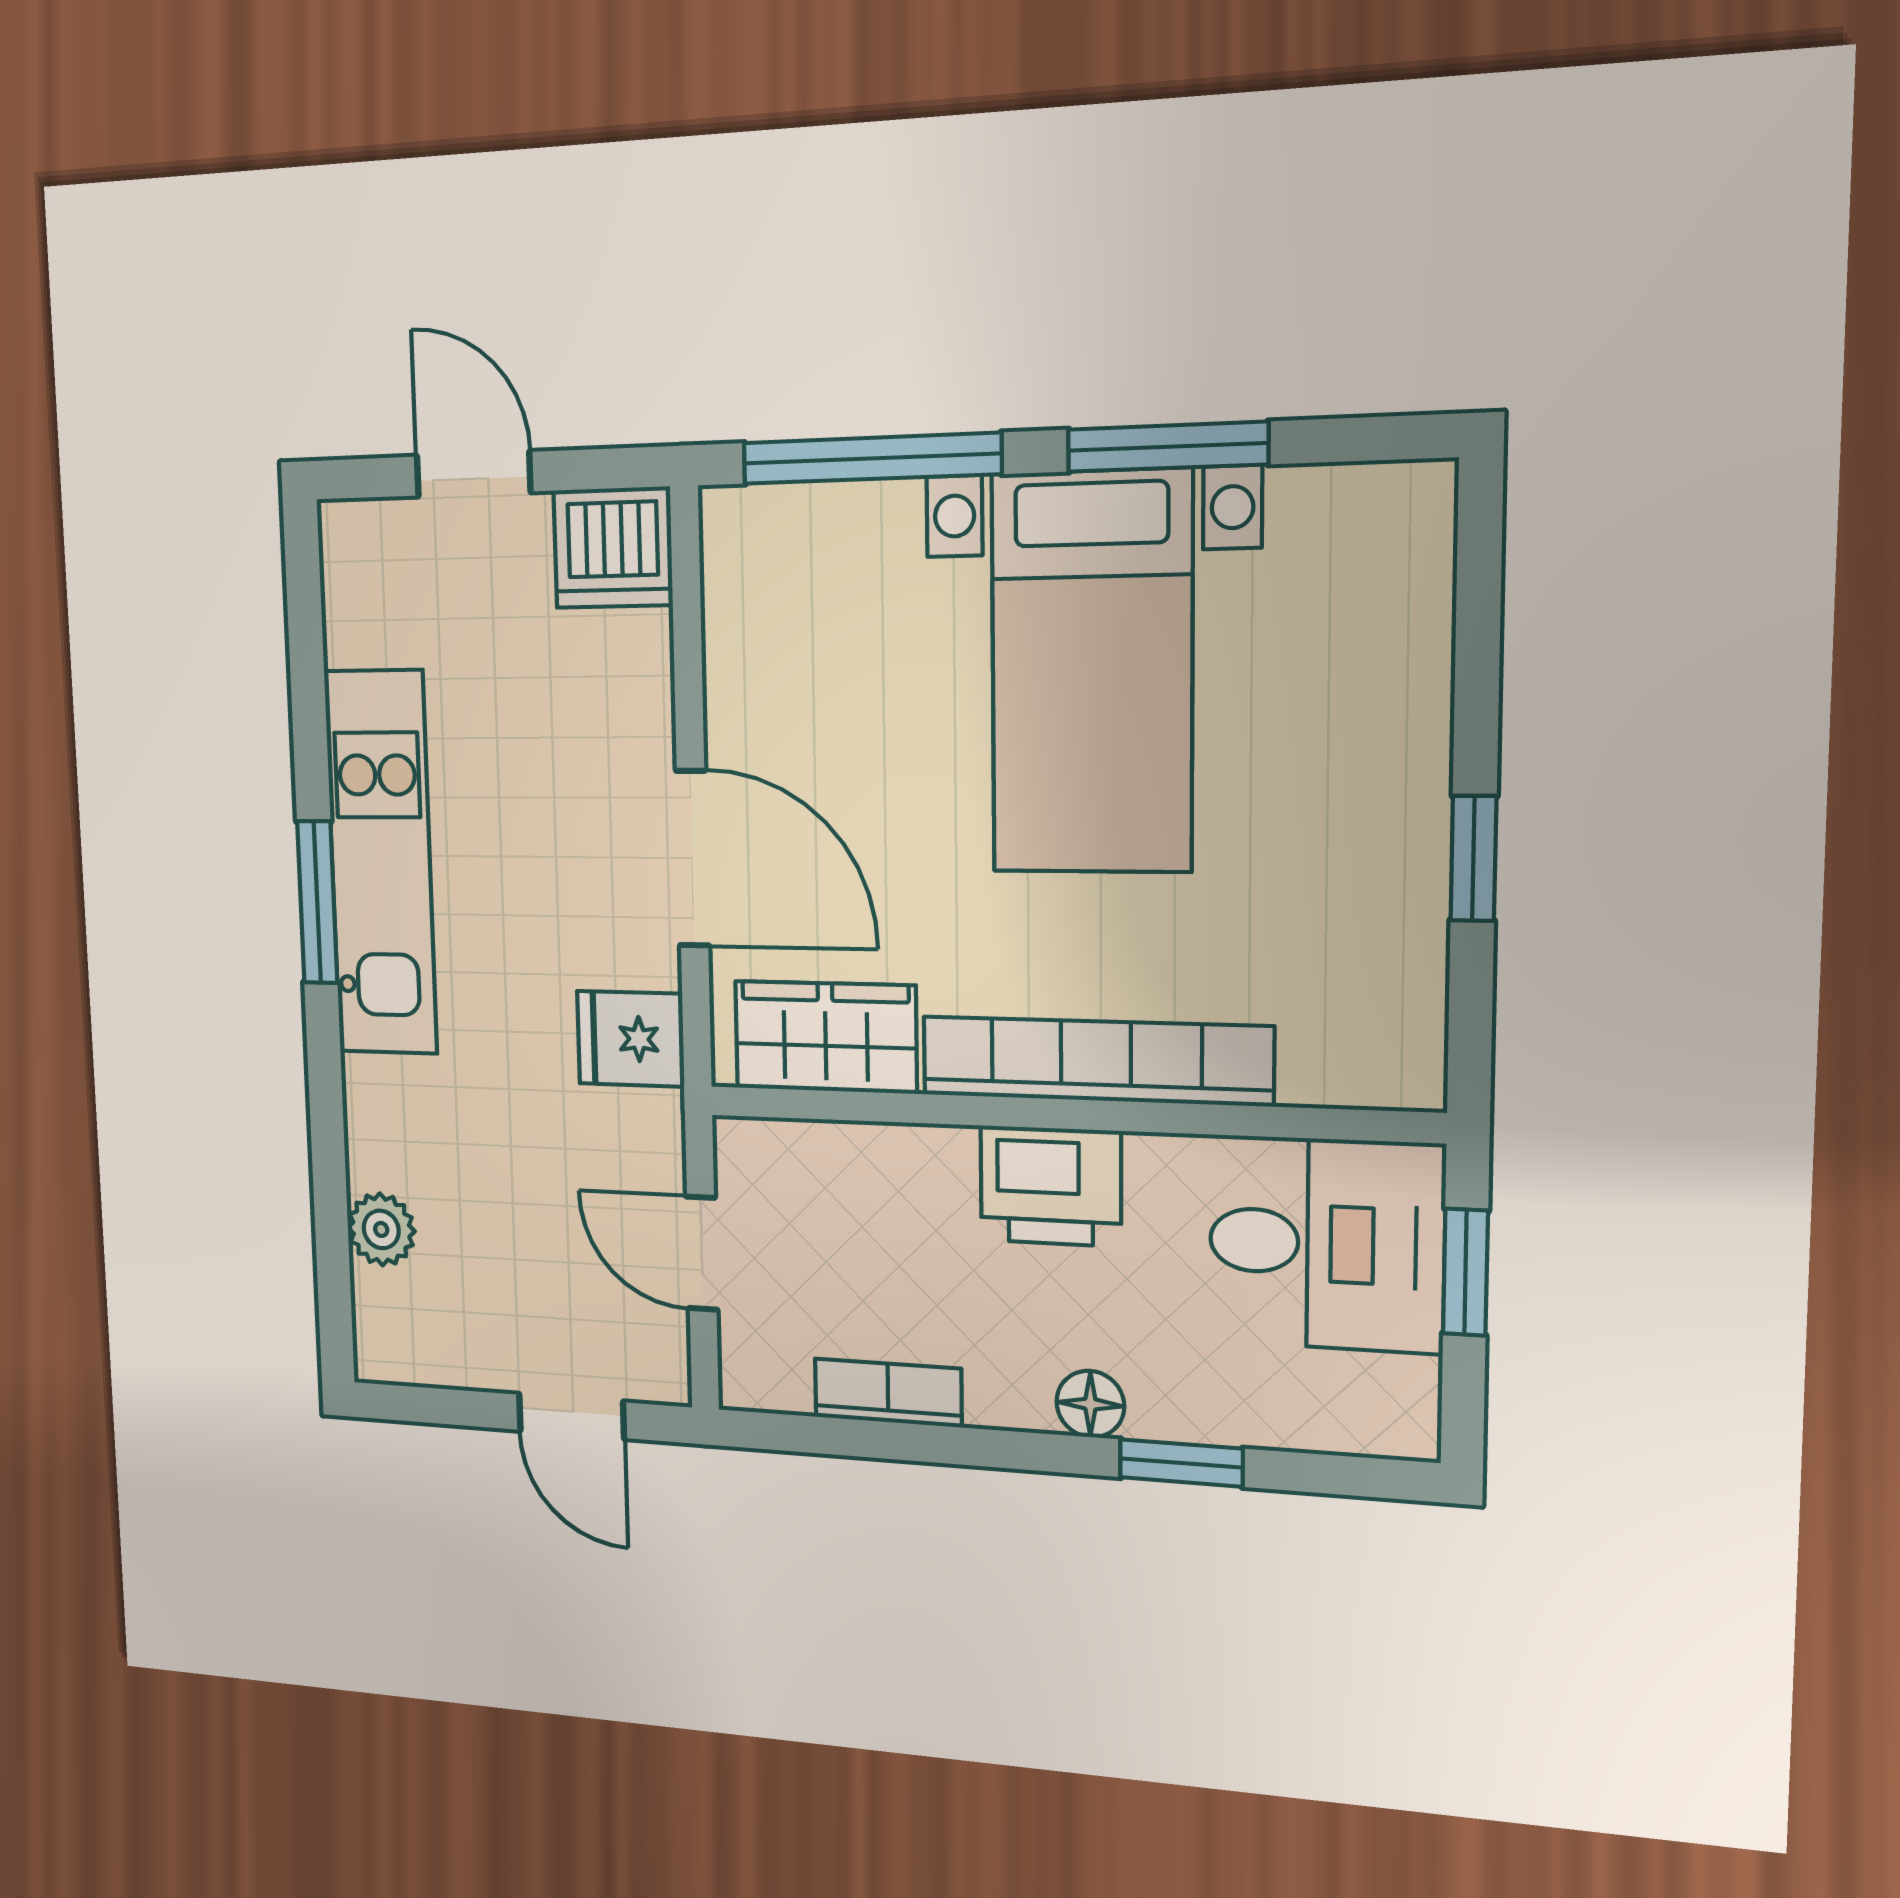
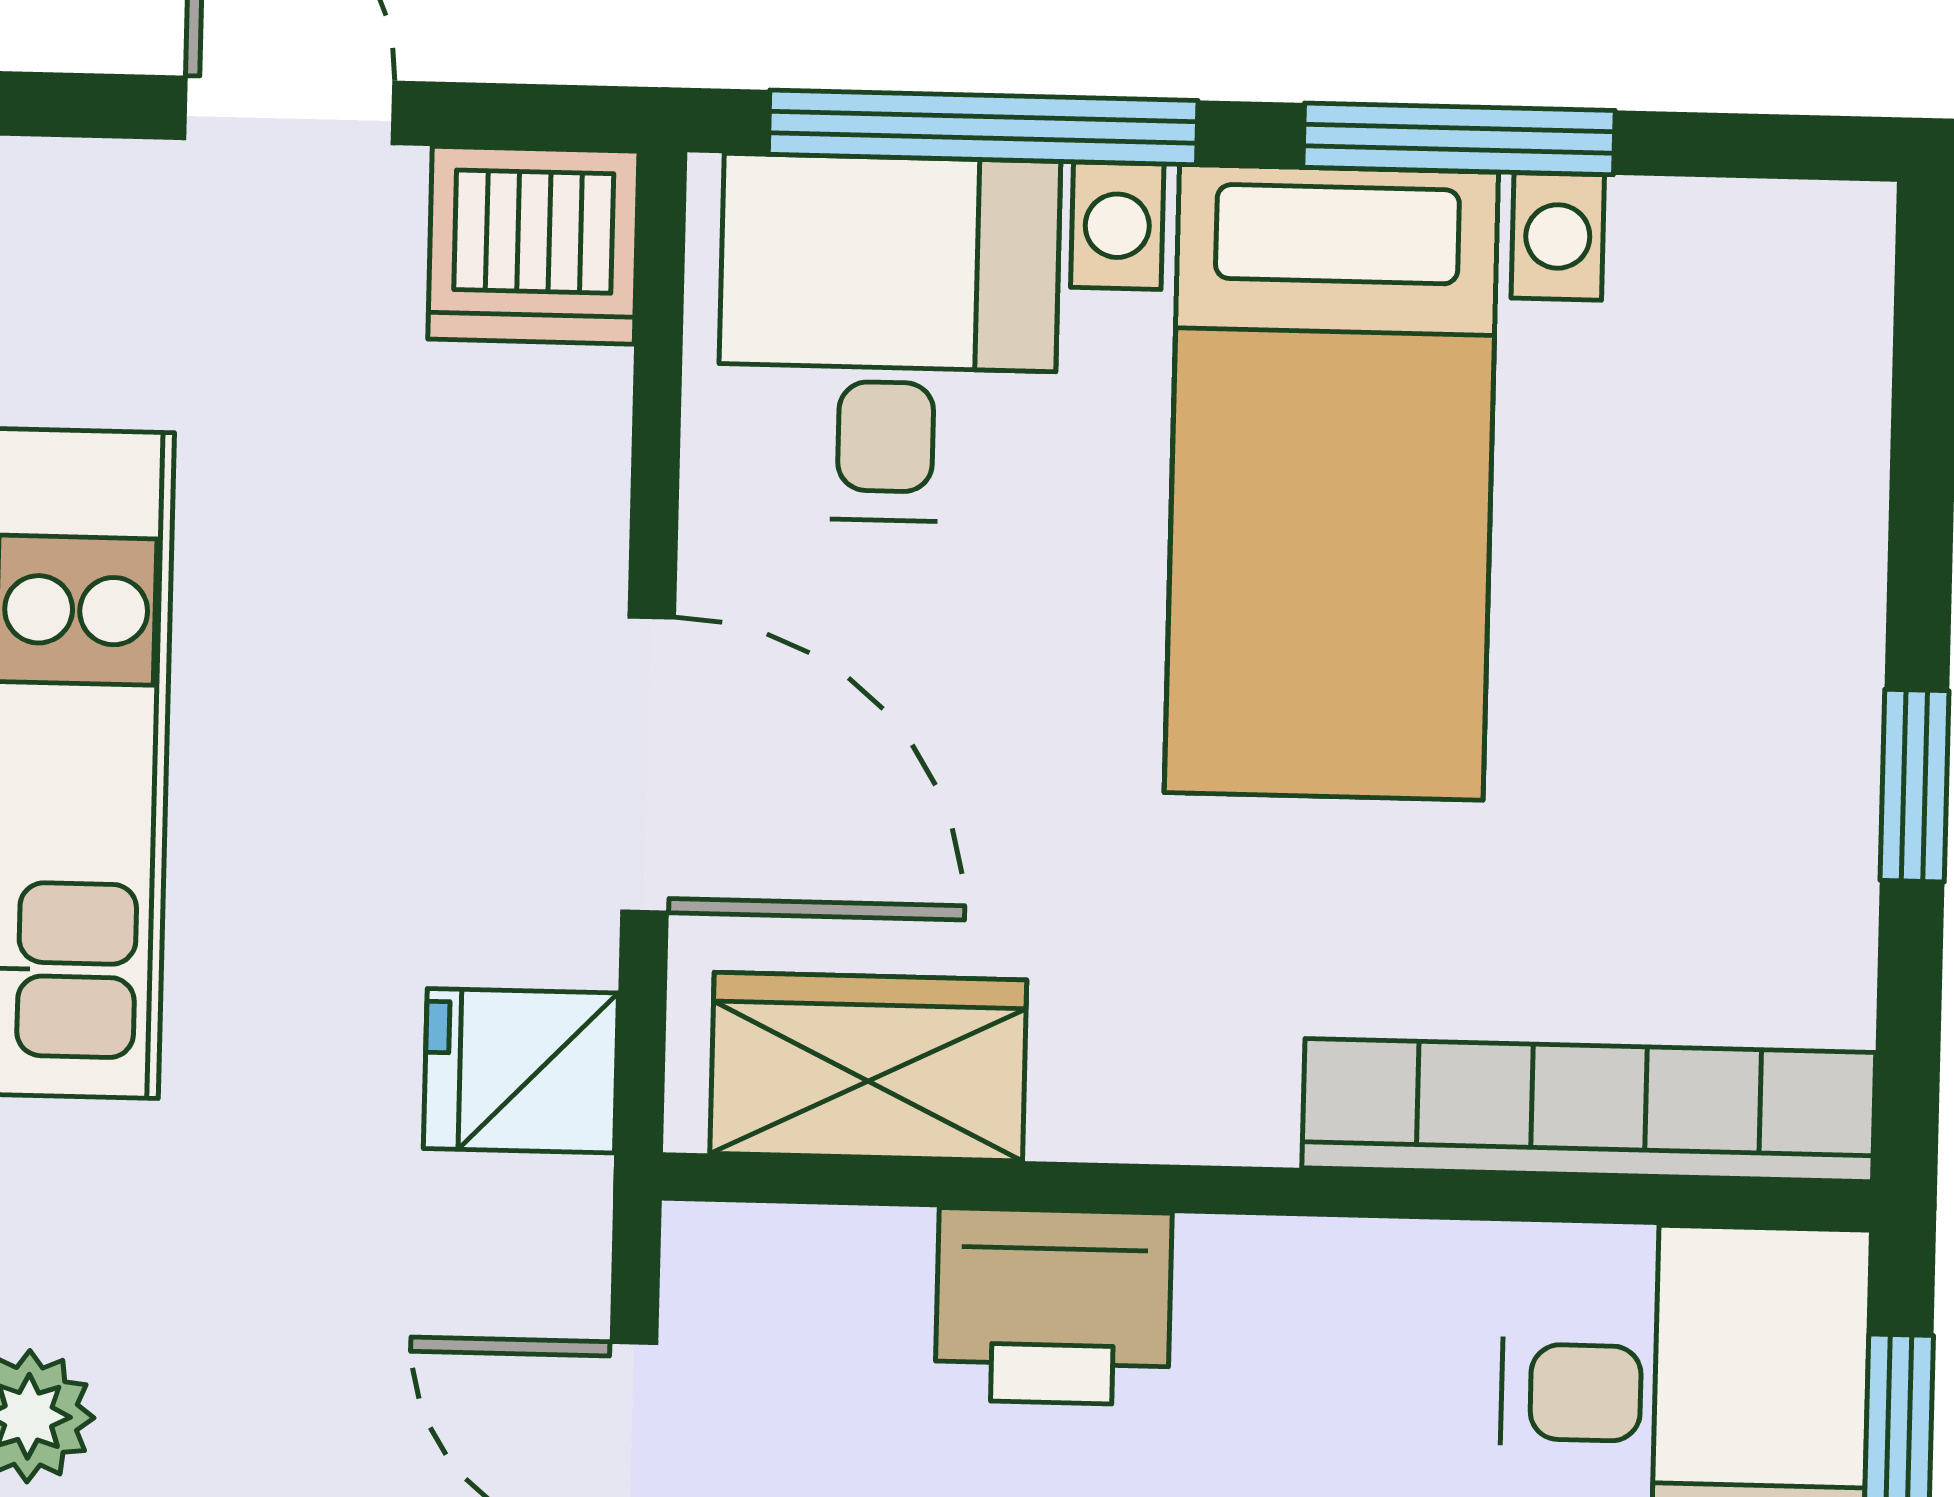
desk: (820, 595) -> (888, 339), added
bookcase: (1096, 1061) -> (1589, 1110), moved
printer: (1051, 1186) -> (1053, 1306), moved

